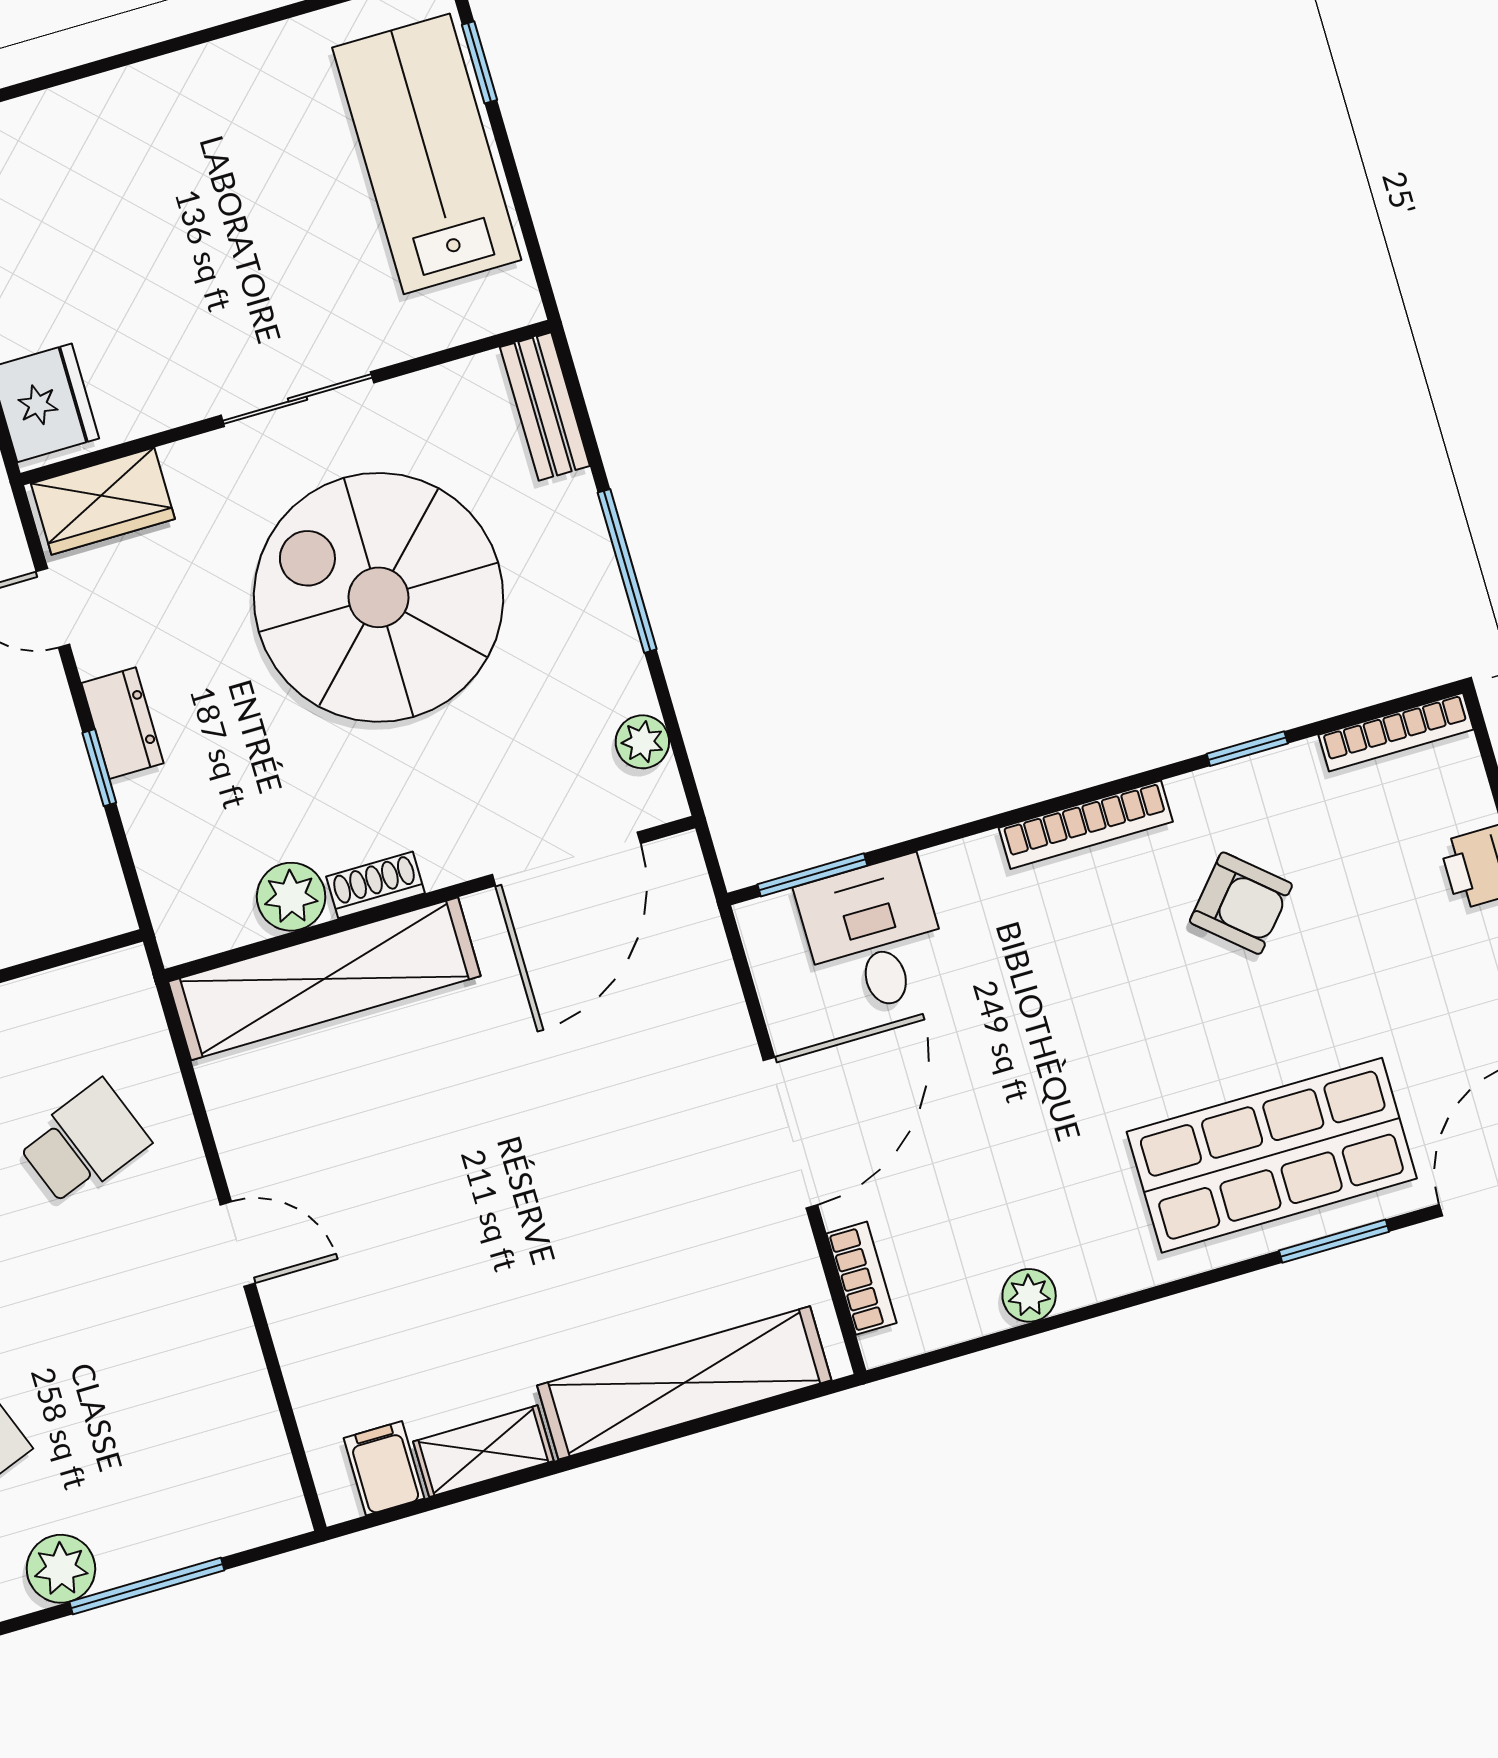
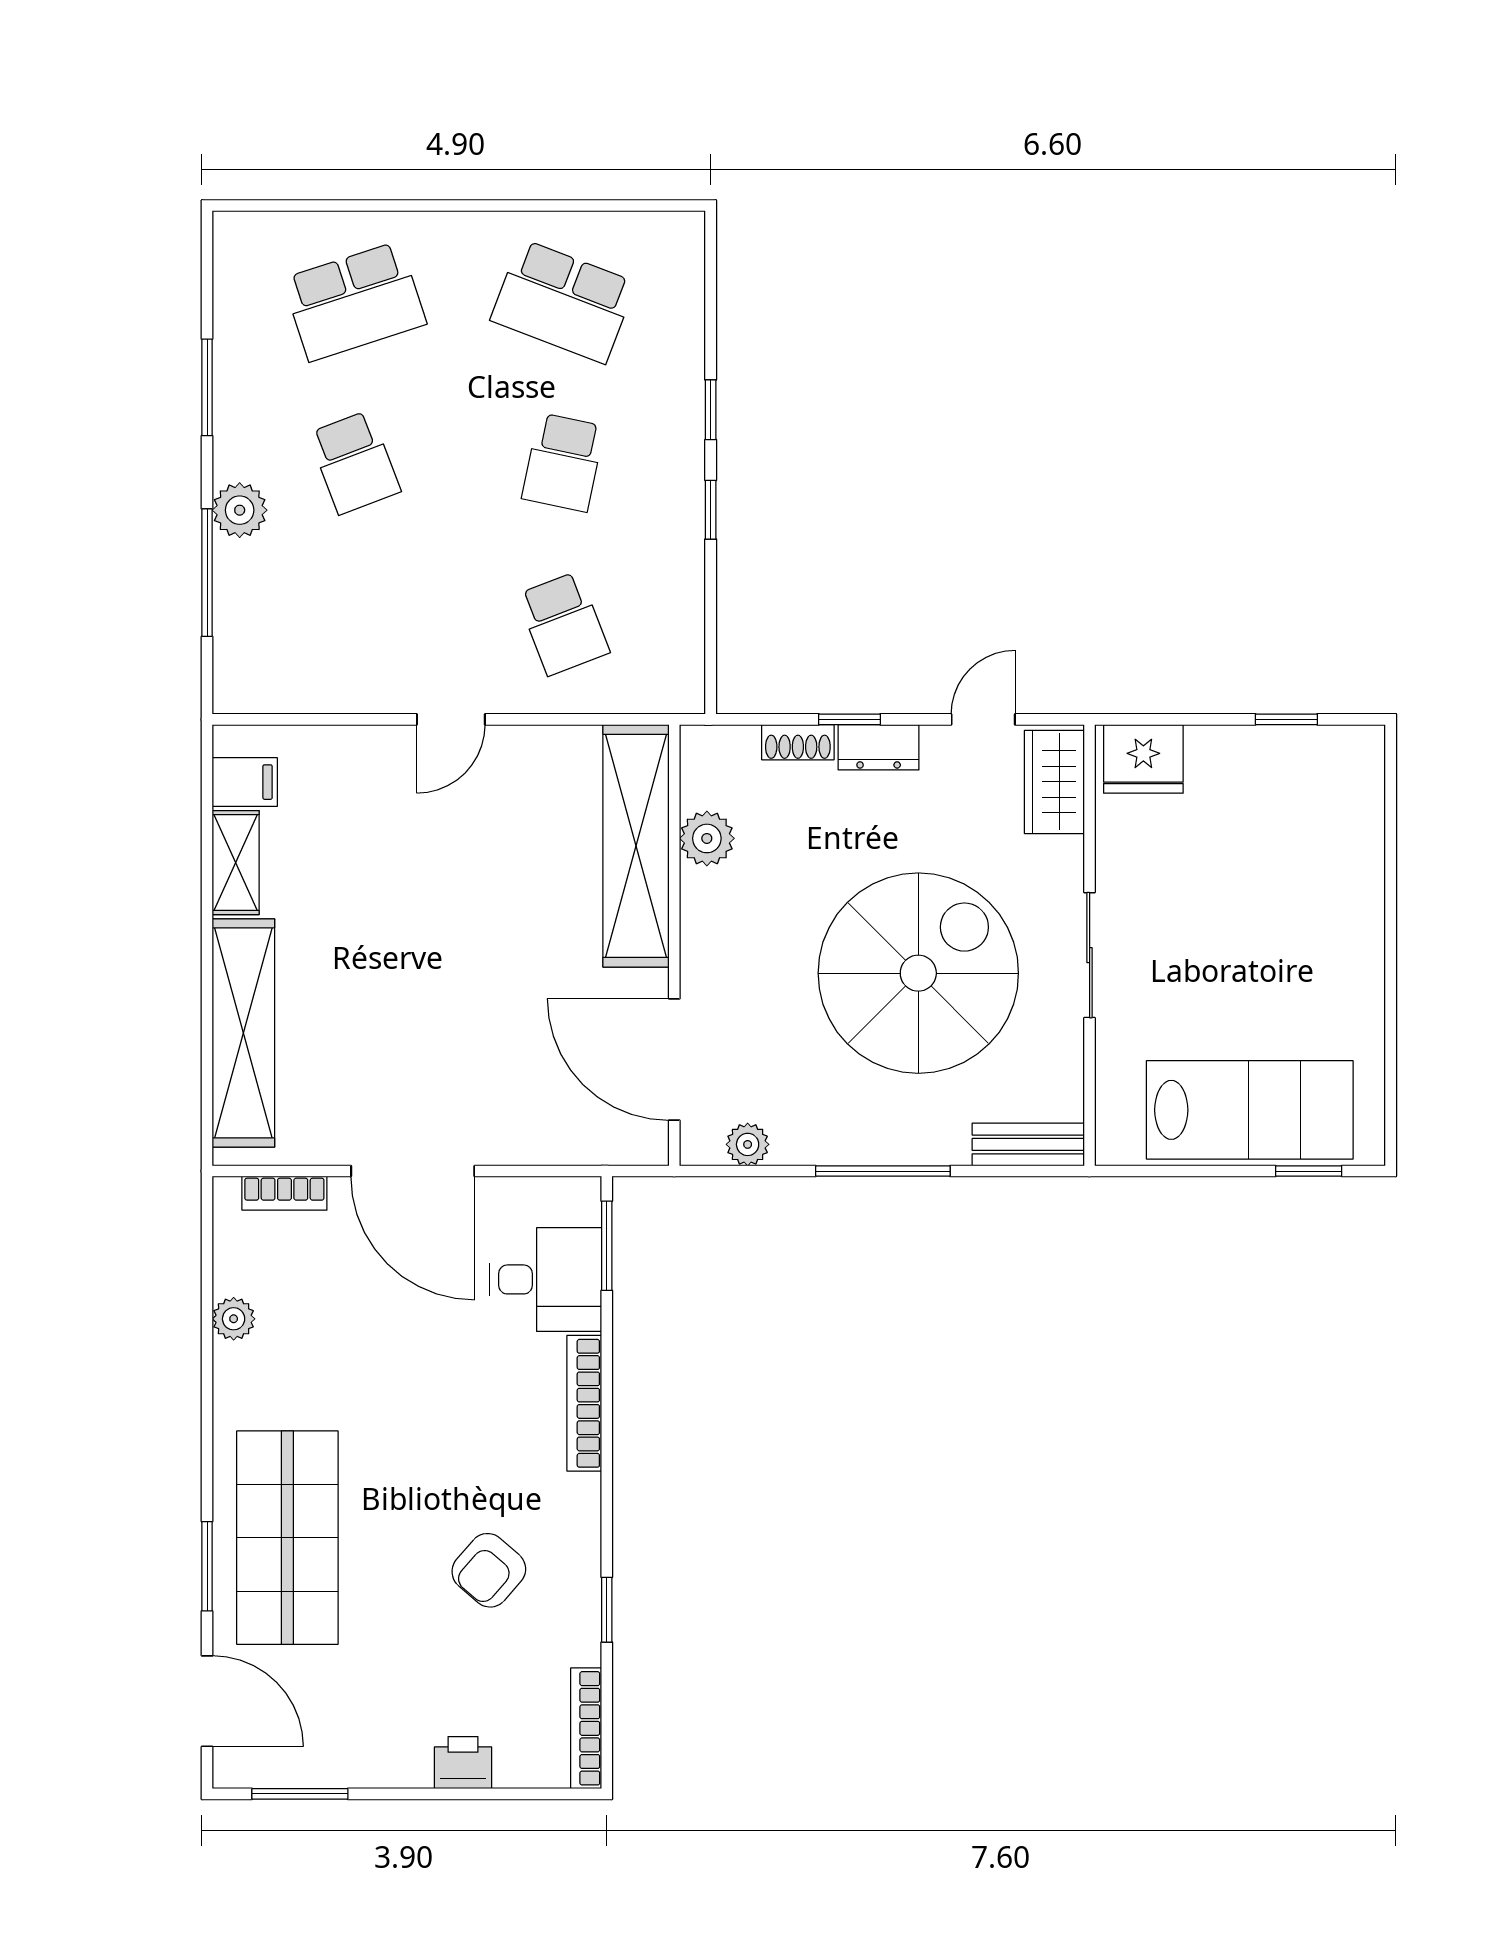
bookcase: (1086, 825) -> (584, 1403), moved
shoe rack: (375, 885) -> (798, 742), moved, turned 90

